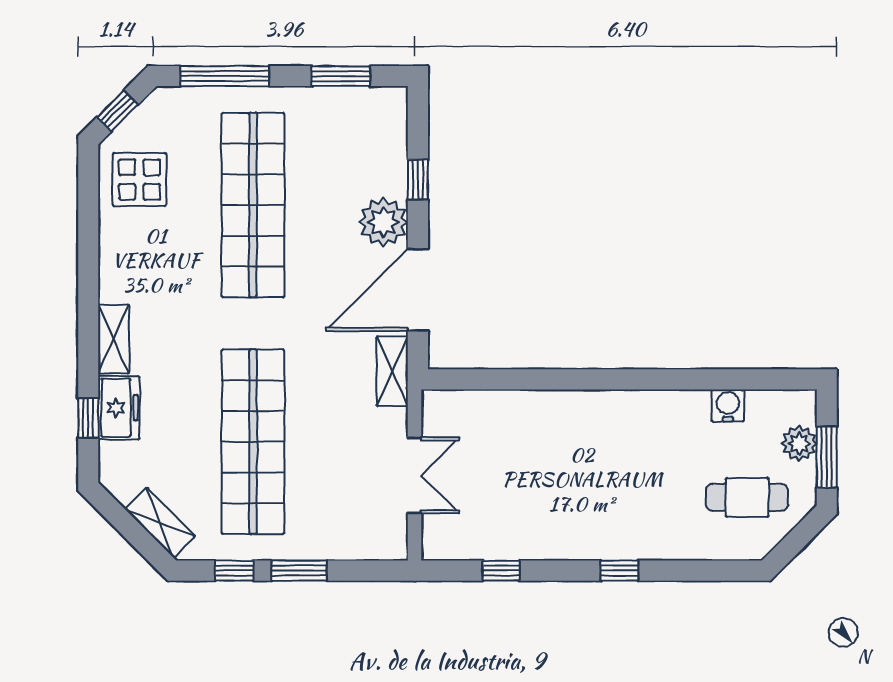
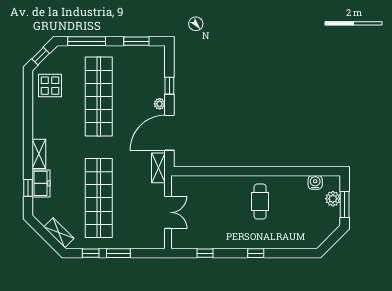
plant: (383, 222) -> (160, 104), width x0.53, depth x0.53
water cooler: (728, 405) -> (315, 182), moved
cafe table: (747, 497) -> (260, 202), moved, turned 90

